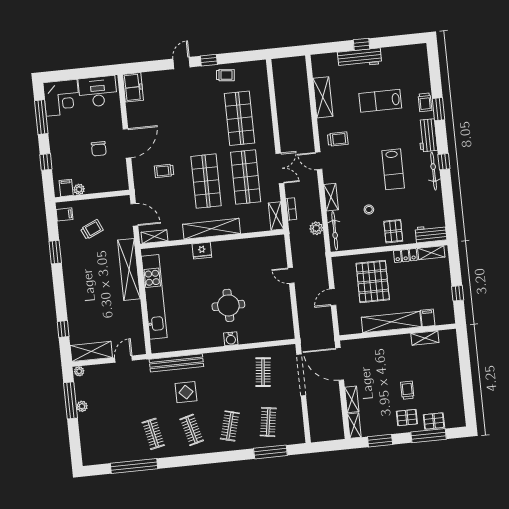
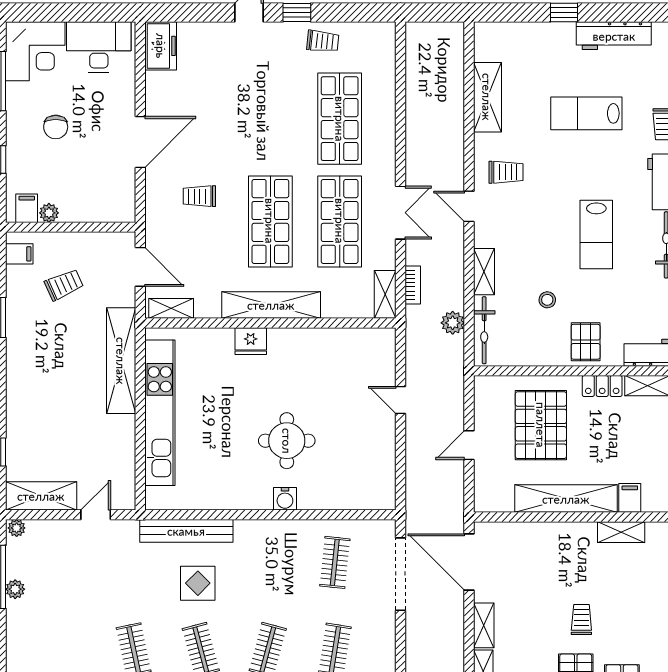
workbench: (360, 58) -> (614, 36), moved
chair: (99, 149) -> (56, 127), moved

